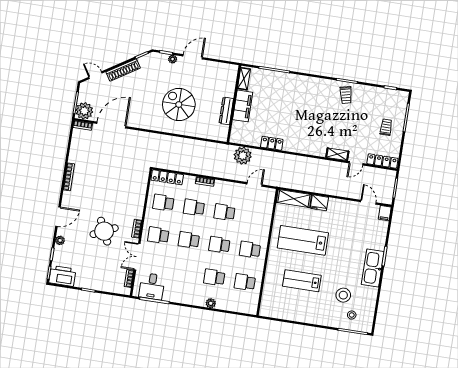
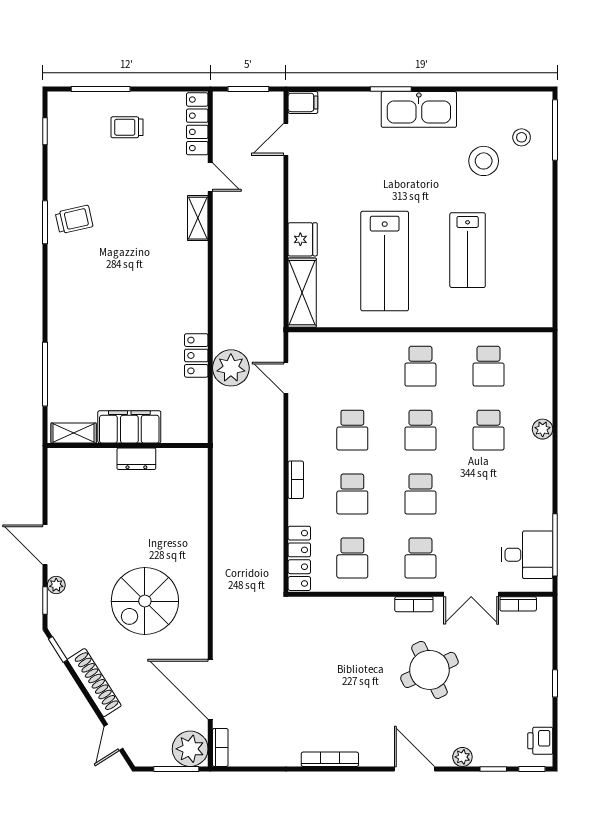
spiral stairs: (179, 104) -> (145, 601), moved
dresser: (226, 111) -> (136, 459), width x0.70
plant: (243, 156) -> (231, 368), moved
printer: (62, 276) -> (540, 741), width x0.53, depth x0.68

